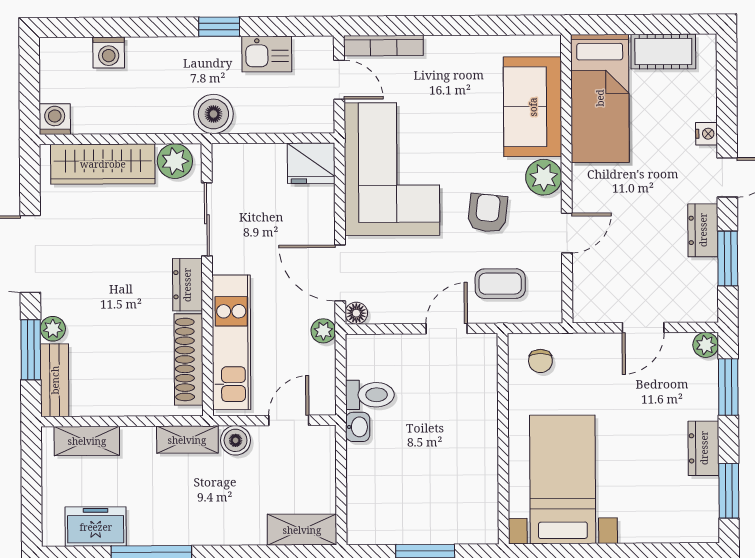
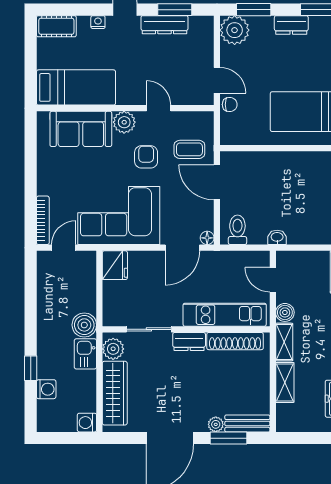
window: (219, 27) -> (31, 368), moved
cot: (663, 52) -> (56, 26), moved, turned 90
kitchen sink: (267, 54) -> (85, 354), moved, turned 180
armchair: (488, 213) -> (146, 157), turned 84
dresser: (703, 230) -> (164, 25), width x1.44
coffee table: (500, 284) -> (189, 149), turned 90
door: (643, 328) -> (217, 80), moved
door: (447, 329) -> (217, 182), width x1.38
plant: (323, 331) -> (218, 258), removed
plant: (706, 345) -> (235, 30), width x1.88, depth x1.88
chair: (540, 361) -> (230, 105), moved
toilet: (370, 395) -> (237, 230), moved
shelving: (87, 441) -> (285, 382), moved

